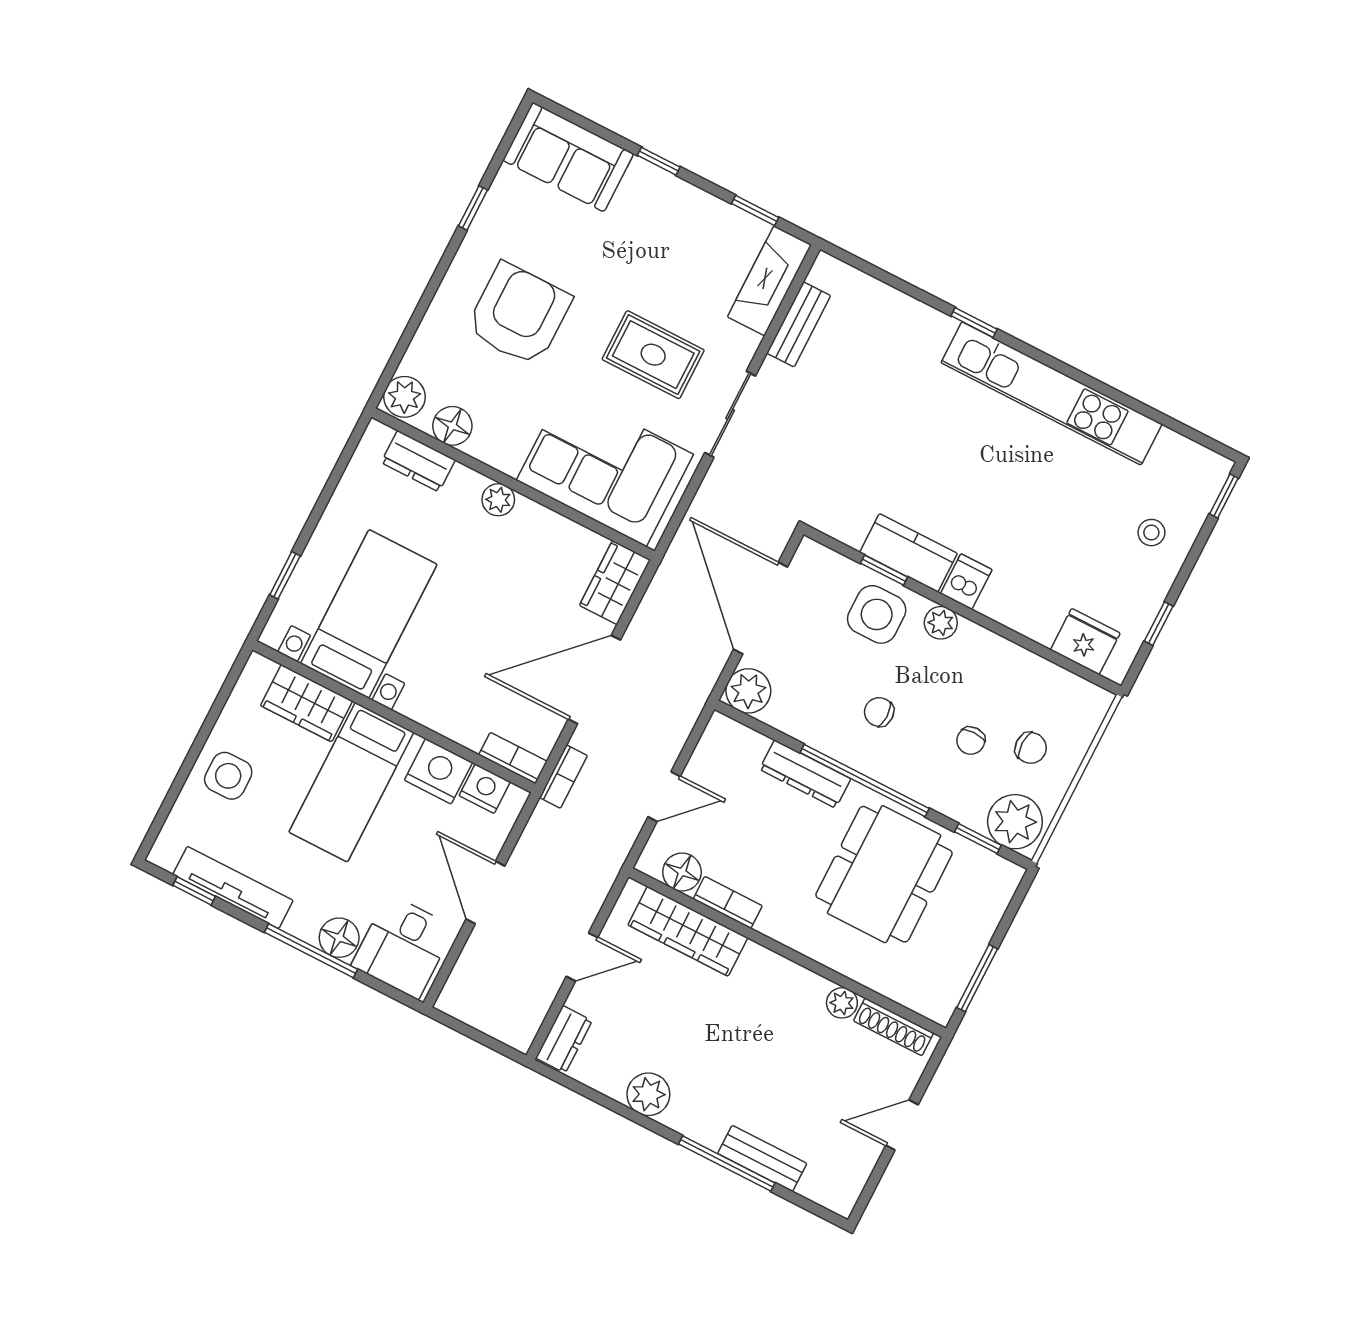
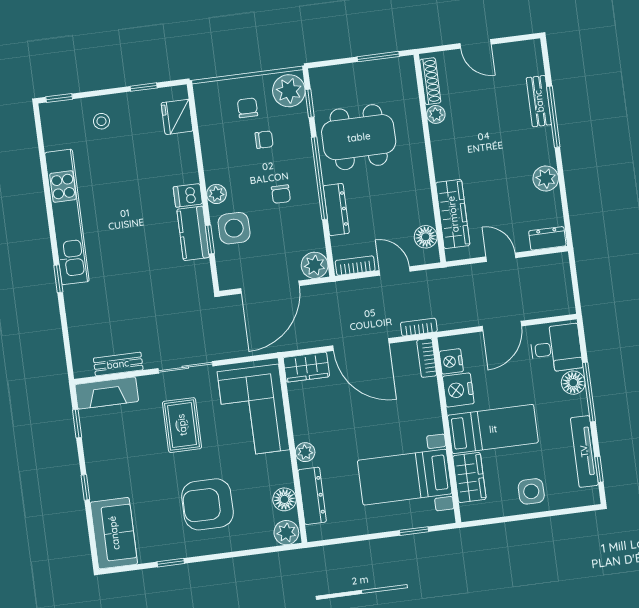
dresser: (418, 461) -> (312, 496), width x1.44
bookcase: (728, 902) -> (355, 266), moved, turned 90

